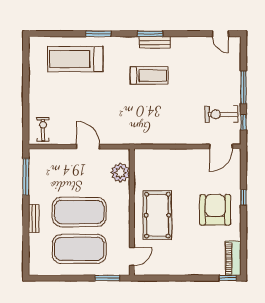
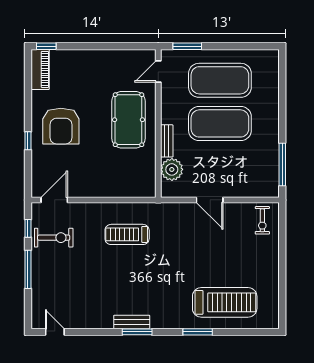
treadmill: (149, 76) -> (127, 234), moved
bench: (34, 219) -> (167, 141), moved

